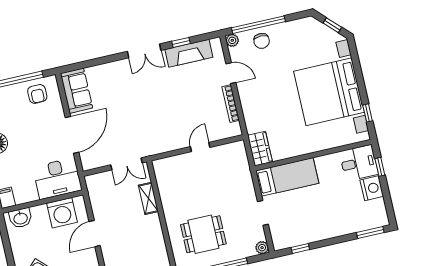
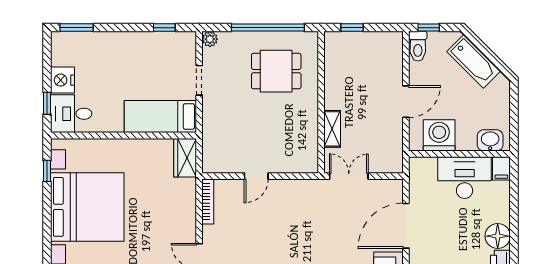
bookcase: (231, 103) -> (208, 202), moved
desk: (57, 178) -> (465, 178), moved

